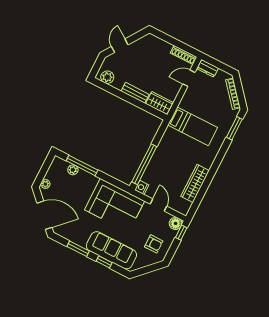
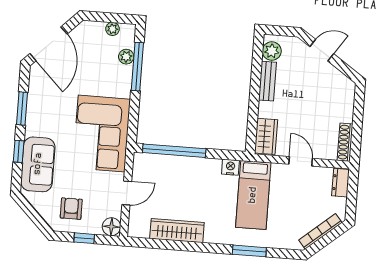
door: (189, 78) -> (301, 161), moved
bench: (135, 93) -> (268, 81), moved
window: (234, 128) -> (249, 251), moved
plant: (45, 184) -> (112, 29), moved
nightstand: (142, 187) -> (230, 167), moved
window: (181, 233) -> (84, 238), moved
armchair: (154, 244) -> (71, 209), turned 180
sofa: (111, 250) -> (38, 164), width x0.73

